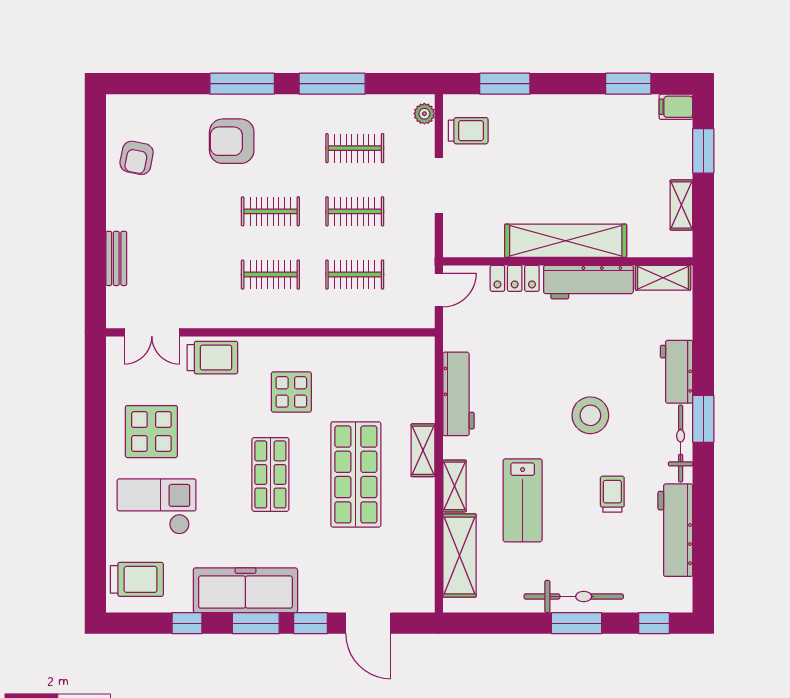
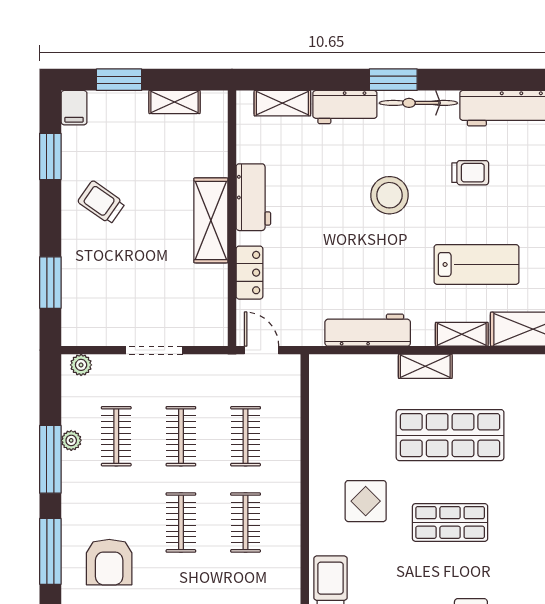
plant: (351, 104) -> (71, 440), added
trolley: (468, 131) -> (101, 202), moved, turned -55
shelving: (566, 241) -> (211, 220), width x0.68
shelving: (663, 278) -> (282, 103), moved, turned 90
workbench: (588, 282) -> (253, 197), width x0.73
trolley: (612, 494) -> (470, 173), turned 180

